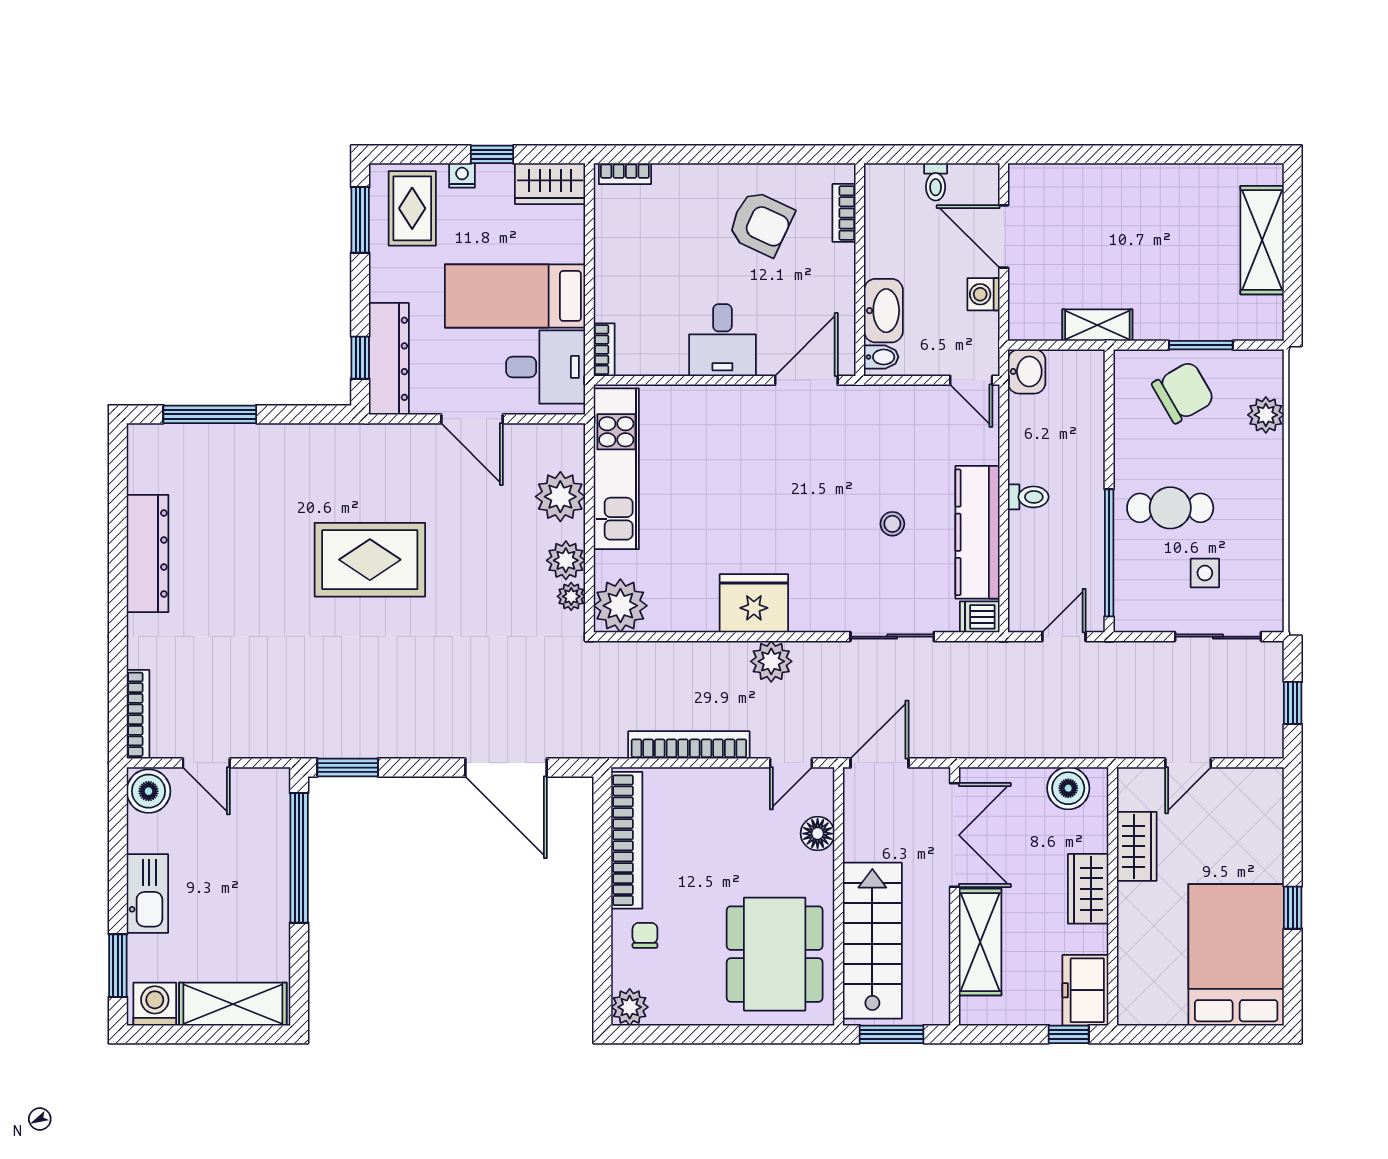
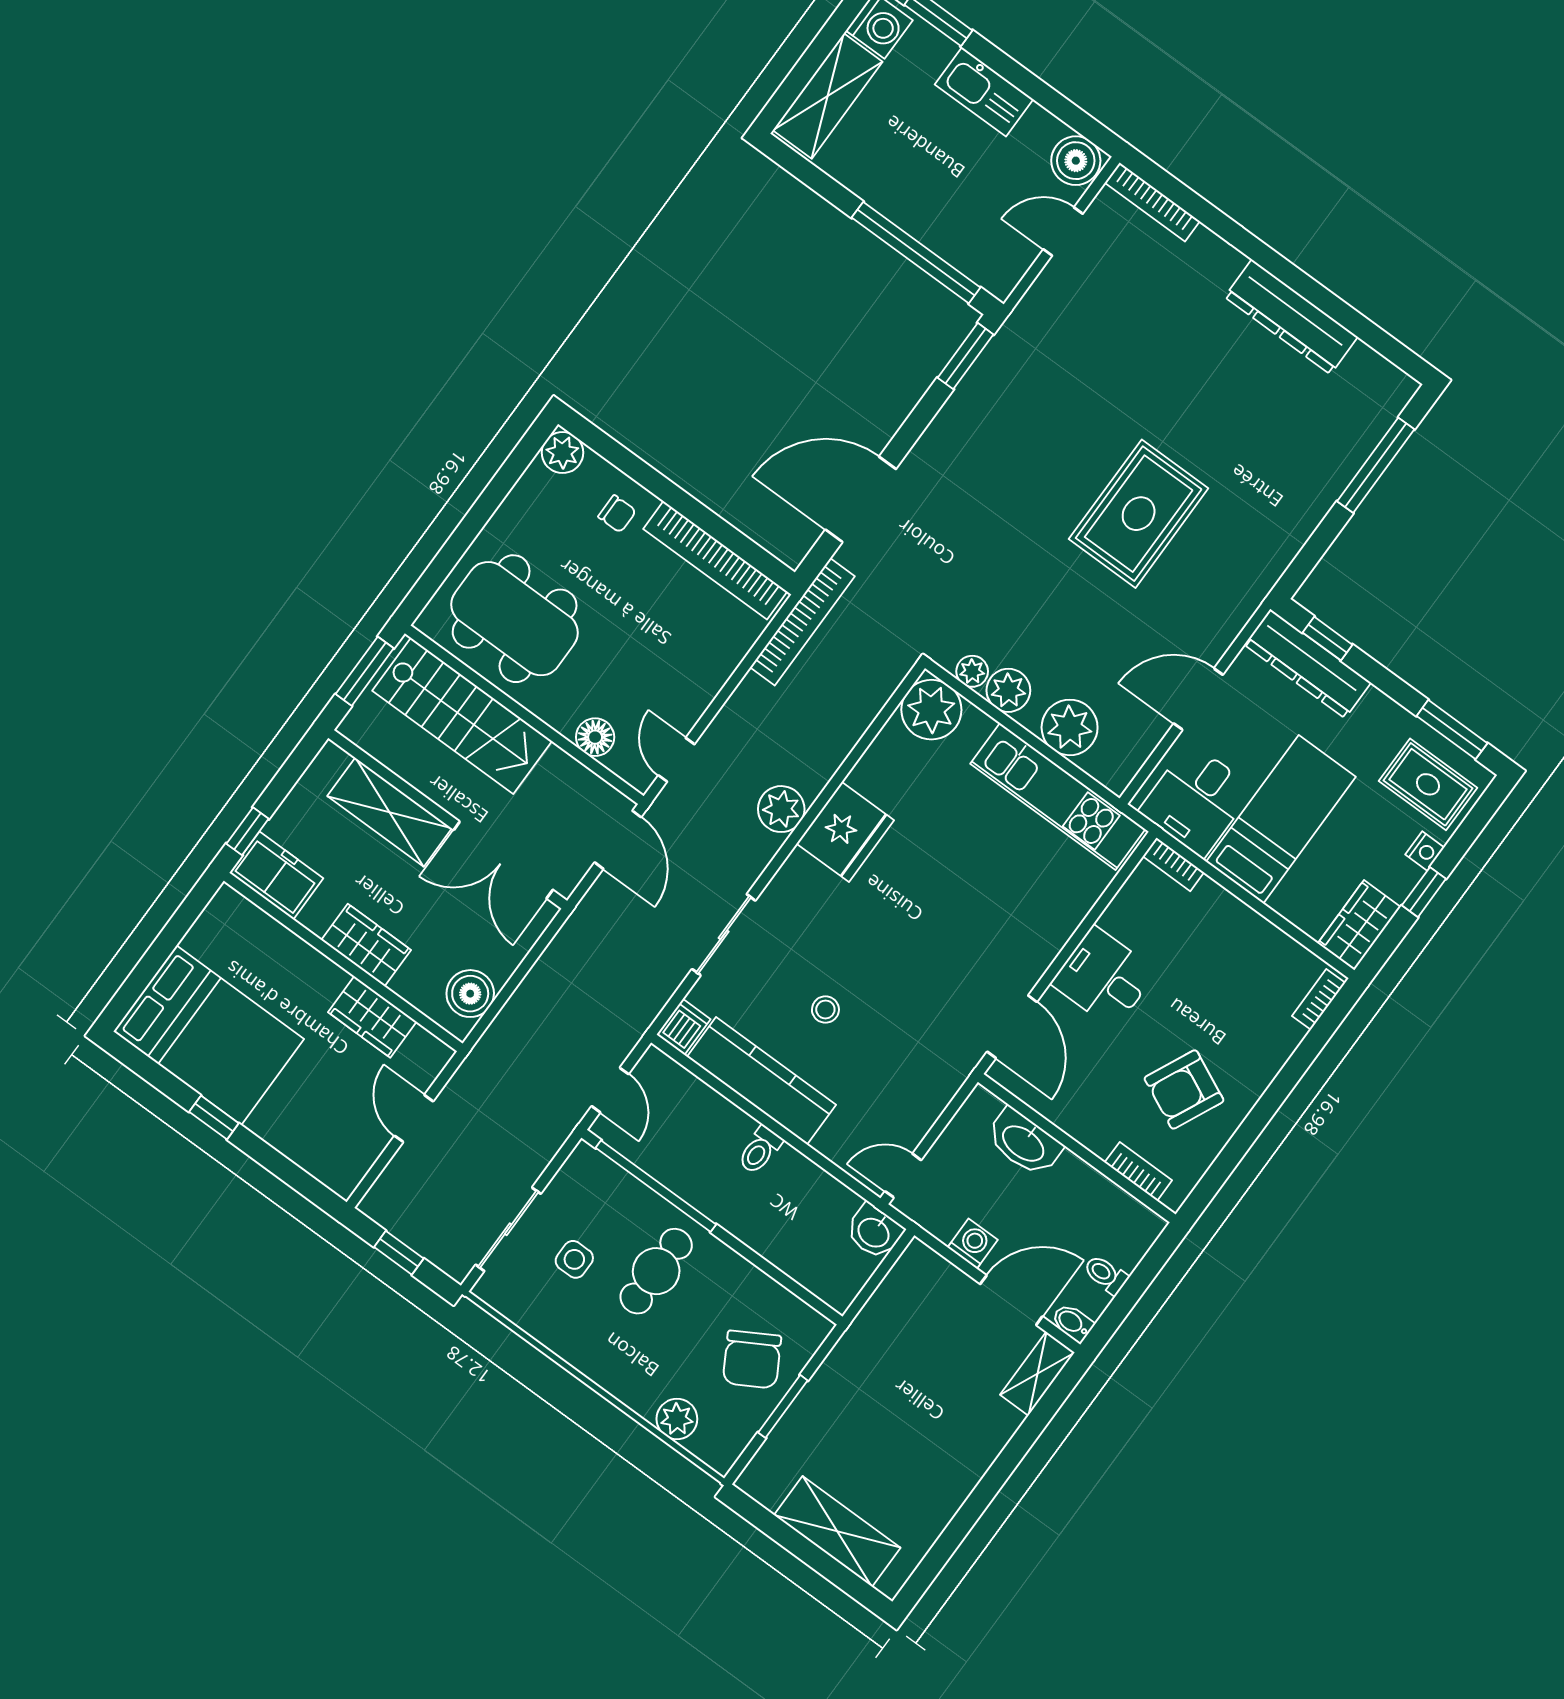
shelving: (1097, 325) -> (1037, 1374), moved
bidet: (881, 357) -> (1073, 1323), moved, turned 90
bookcase: (689, 745) -> (802, 622), moved

